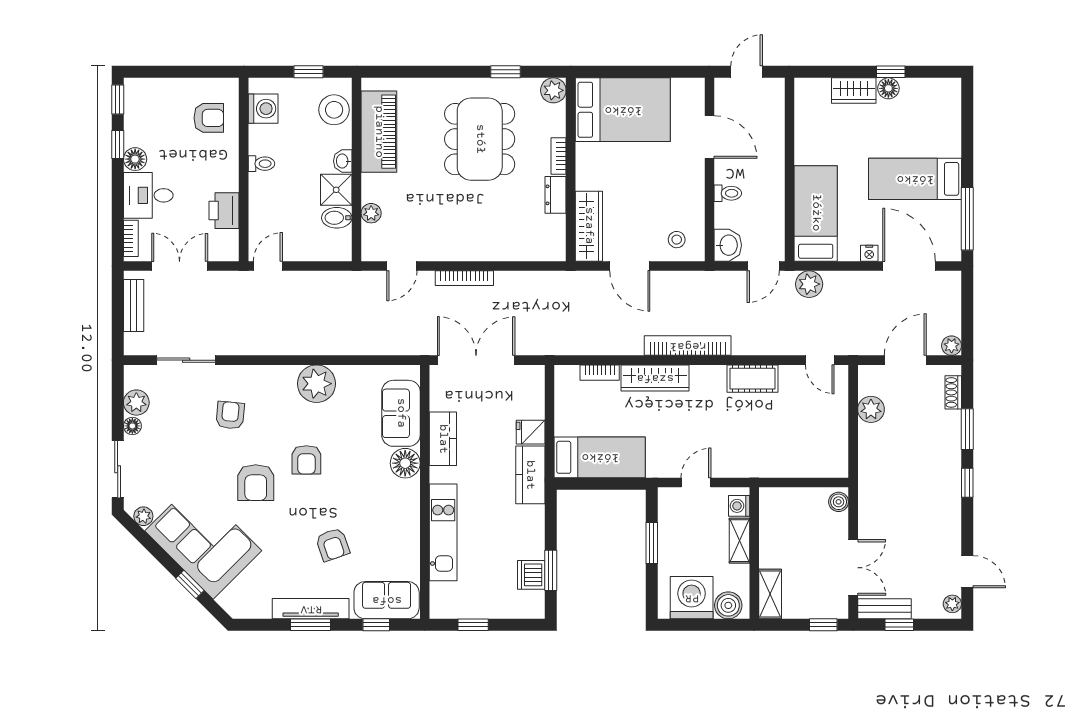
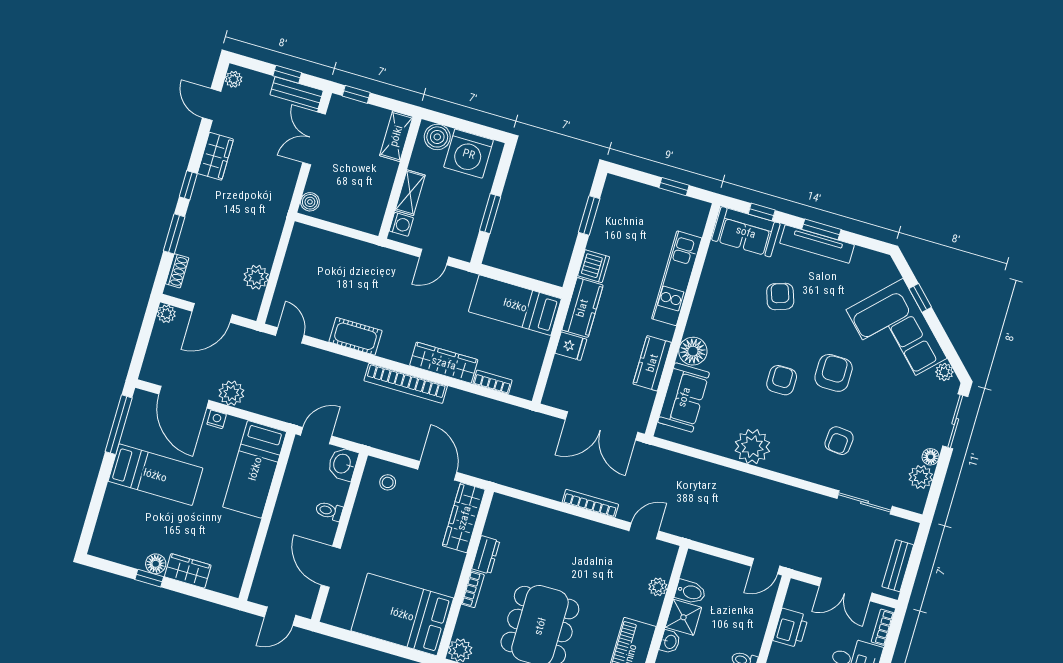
plant: (809, 284) -> (231, 393), moved
wardrobe: (948, 520) -> (215, 156), added
dishwasher: (531, 575) -> (594, 266), moved

